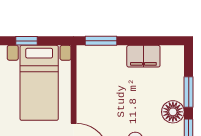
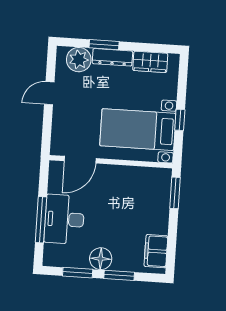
filing cabinet: (143, 56) -> (156, 251), moved

